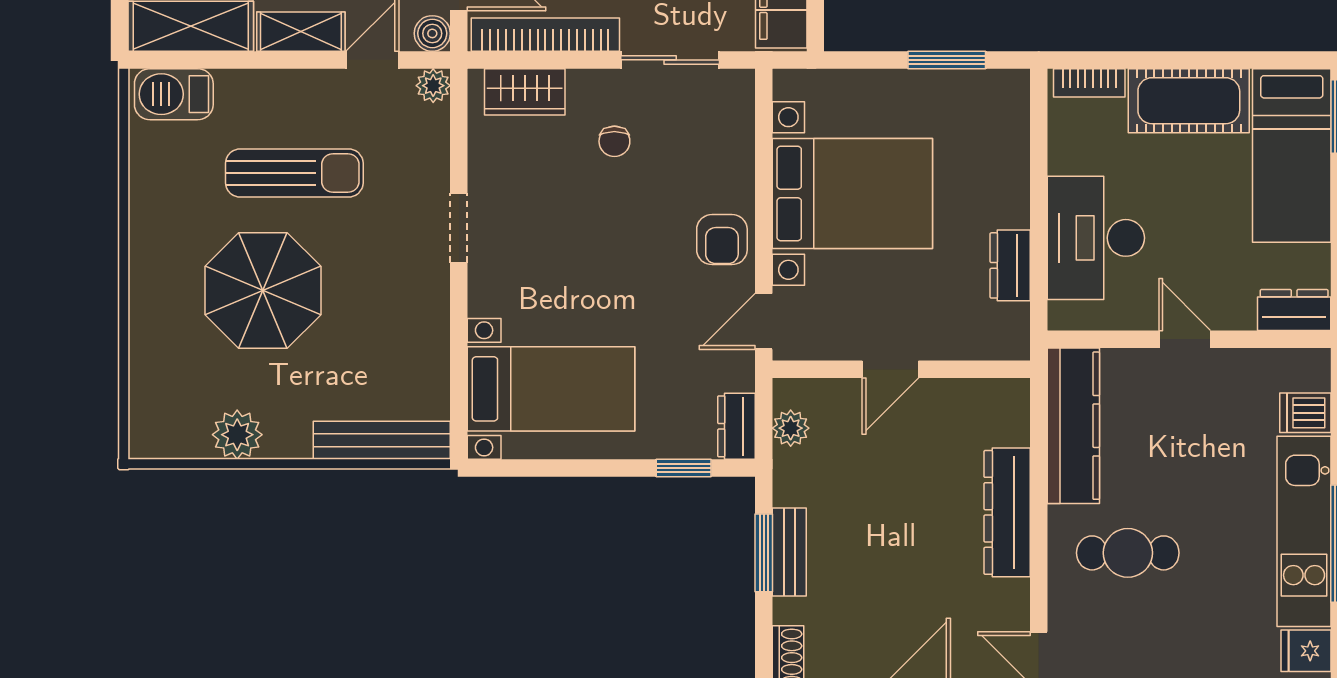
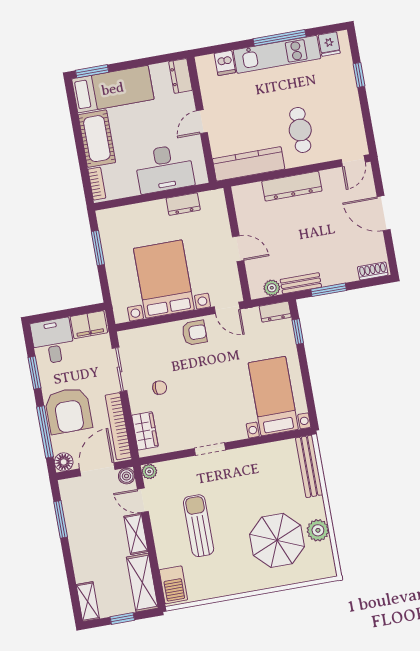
parasol: (263, 290) -> (277, 540), moved
bench: (789, 552) -> (301, 283), moved

